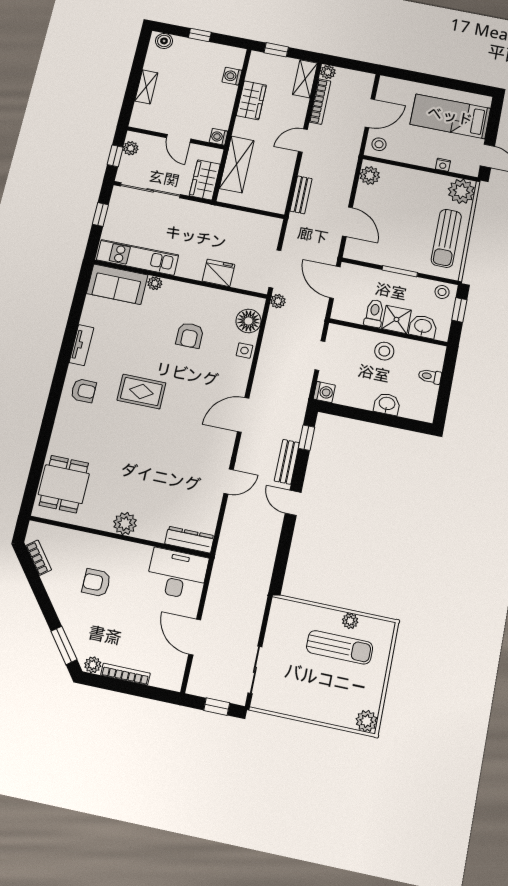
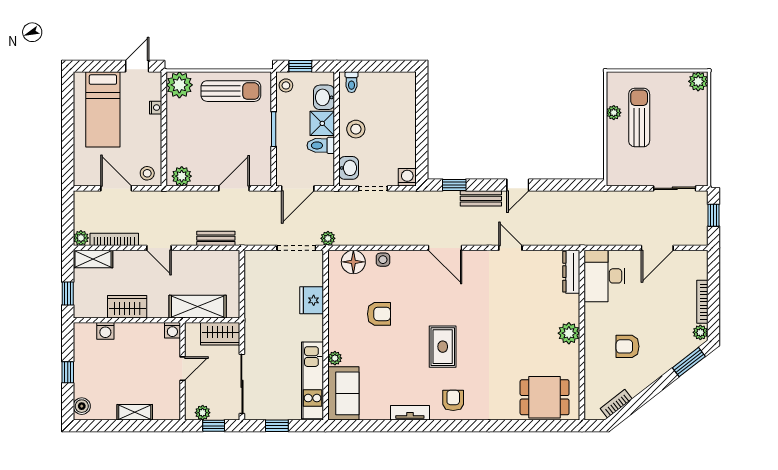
toilet: (430, 376) -> (352, 82), moved
washbasin: (387, 404) -> (349, 168), moved, turned 180
armchair: (96, 583) -> (628, 346), turned 90

